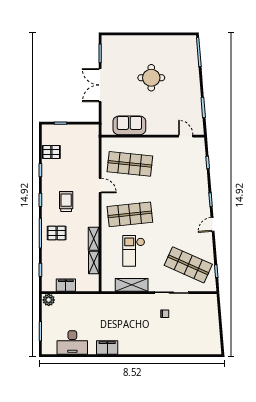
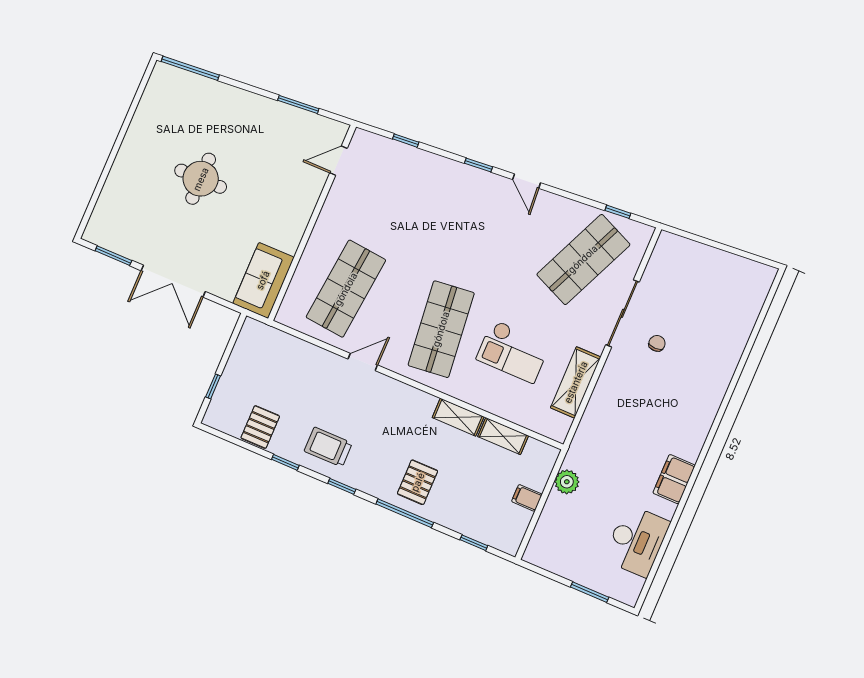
sofa: (129, 125) -> (263, 280), moved
trolley: (66, 202) -> (328, 447), moved
filing cabinet: (66, 285) -> (527, 498), width x0.50
plant: (49, 300) -> (567, 482), moved

